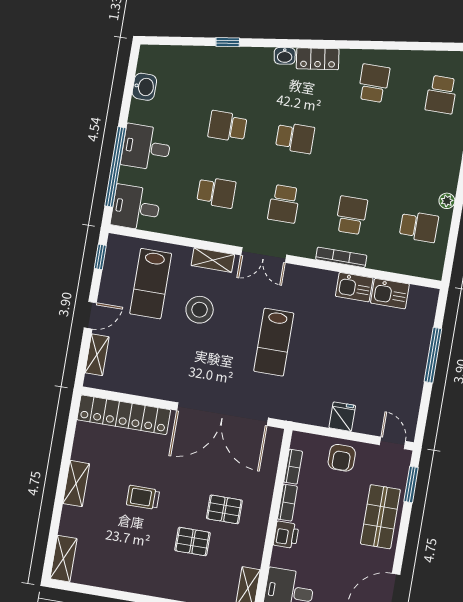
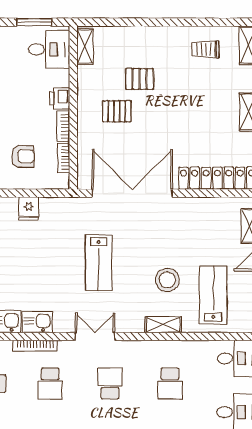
school desk: (216, 192) -> (170, 384), turned -90
double door: (264, 255) -> (95, 336), moved
bookcase: (341, 257) -> (35, 346), moved
lab bench: (274, 342) -> (99, 263), turned 180
armchair: (342, 458) -> (23, 156), moved, turned 90
trolley: (143, 497) -> (205, 49), moved, turned 180

